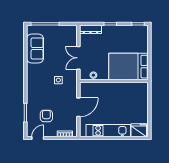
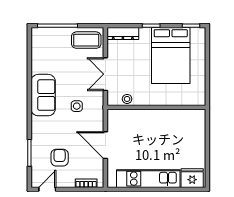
coffee table: (65, 34) -> (86, 40), added
sofa: (35, 49) -> (43, 95), moved
bed: (129, 67) -> (171, 55), moved, turned -90
door: (78, 107) -> (105, 145), swing flipped

